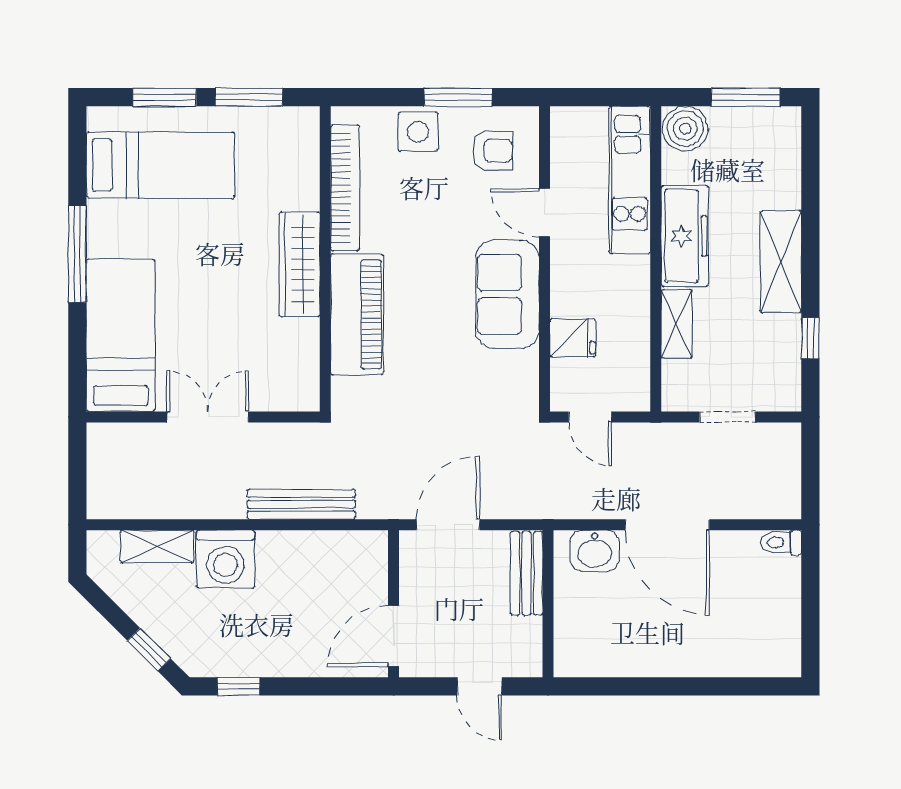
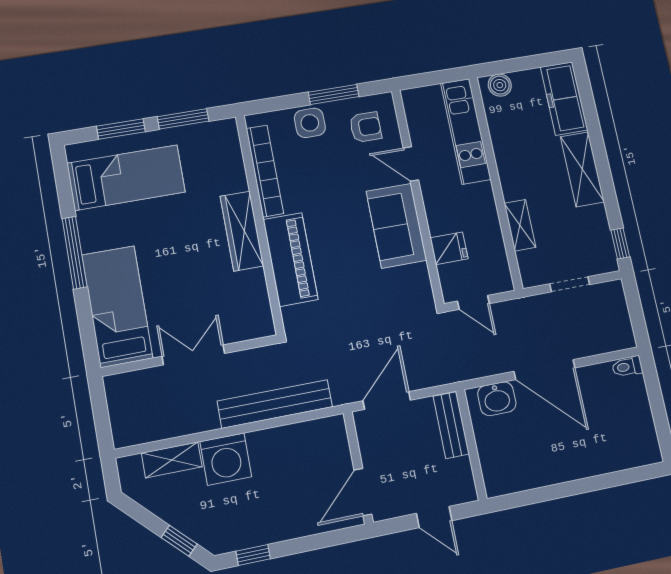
window: (746, 97) -> (533, 62), removed
boiler: (685, 129) -> (500, 85), width x0.73, depth x0.73
freezer: (685, 236) -> (564, 98), moved, turned 180
window: (810, 338) -> (620, 244), moved
bench: (301, 504) -> (275, 404), width x1.37, depth x1.21

